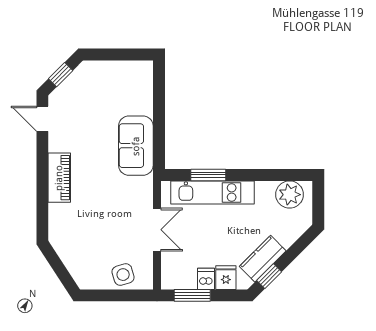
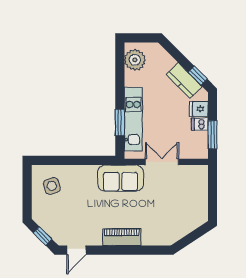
sofa: (136, 146) -> (120, 178), moved
side table: (123, 275) -> (52, 186), moved

